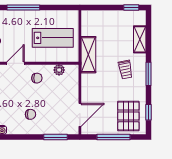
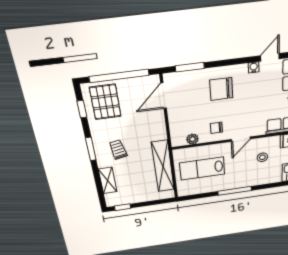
shelving: (88, 55) -> (163, 166), width x1.47
chair: (30, 114) -> (221, 89), width x1.87, depth x1.87
window: (114, 137) -> (119, 76), width x1.46

